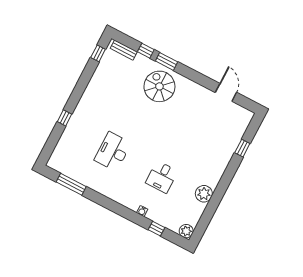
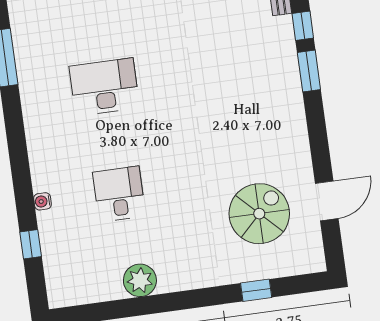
spiral stairs: (159, 86) -> (259, 214), moved
desk: (162, 177) -> (119, 194), turned 90
plant: (186, 231) -> (60, 294), removed

